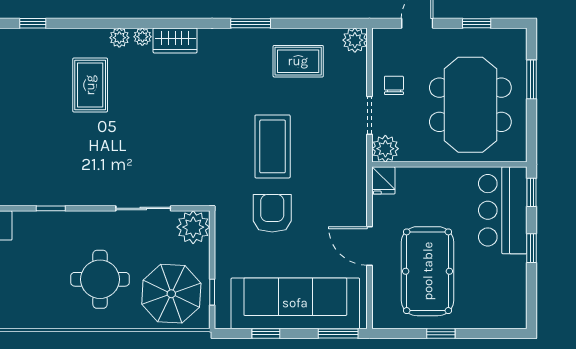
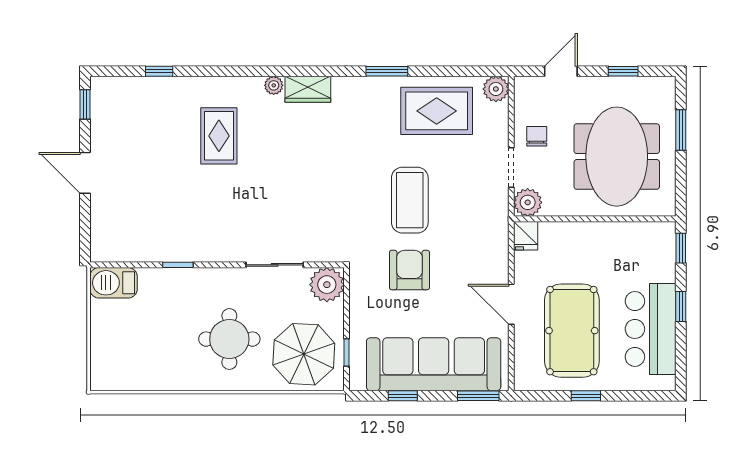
plant: (119, 38) -> (250, 86), removed
rug: (298, 61) -> (437, 111), width x1.36, depth x1.43
bar counter: (503, 210) -> (651, 329), moved

